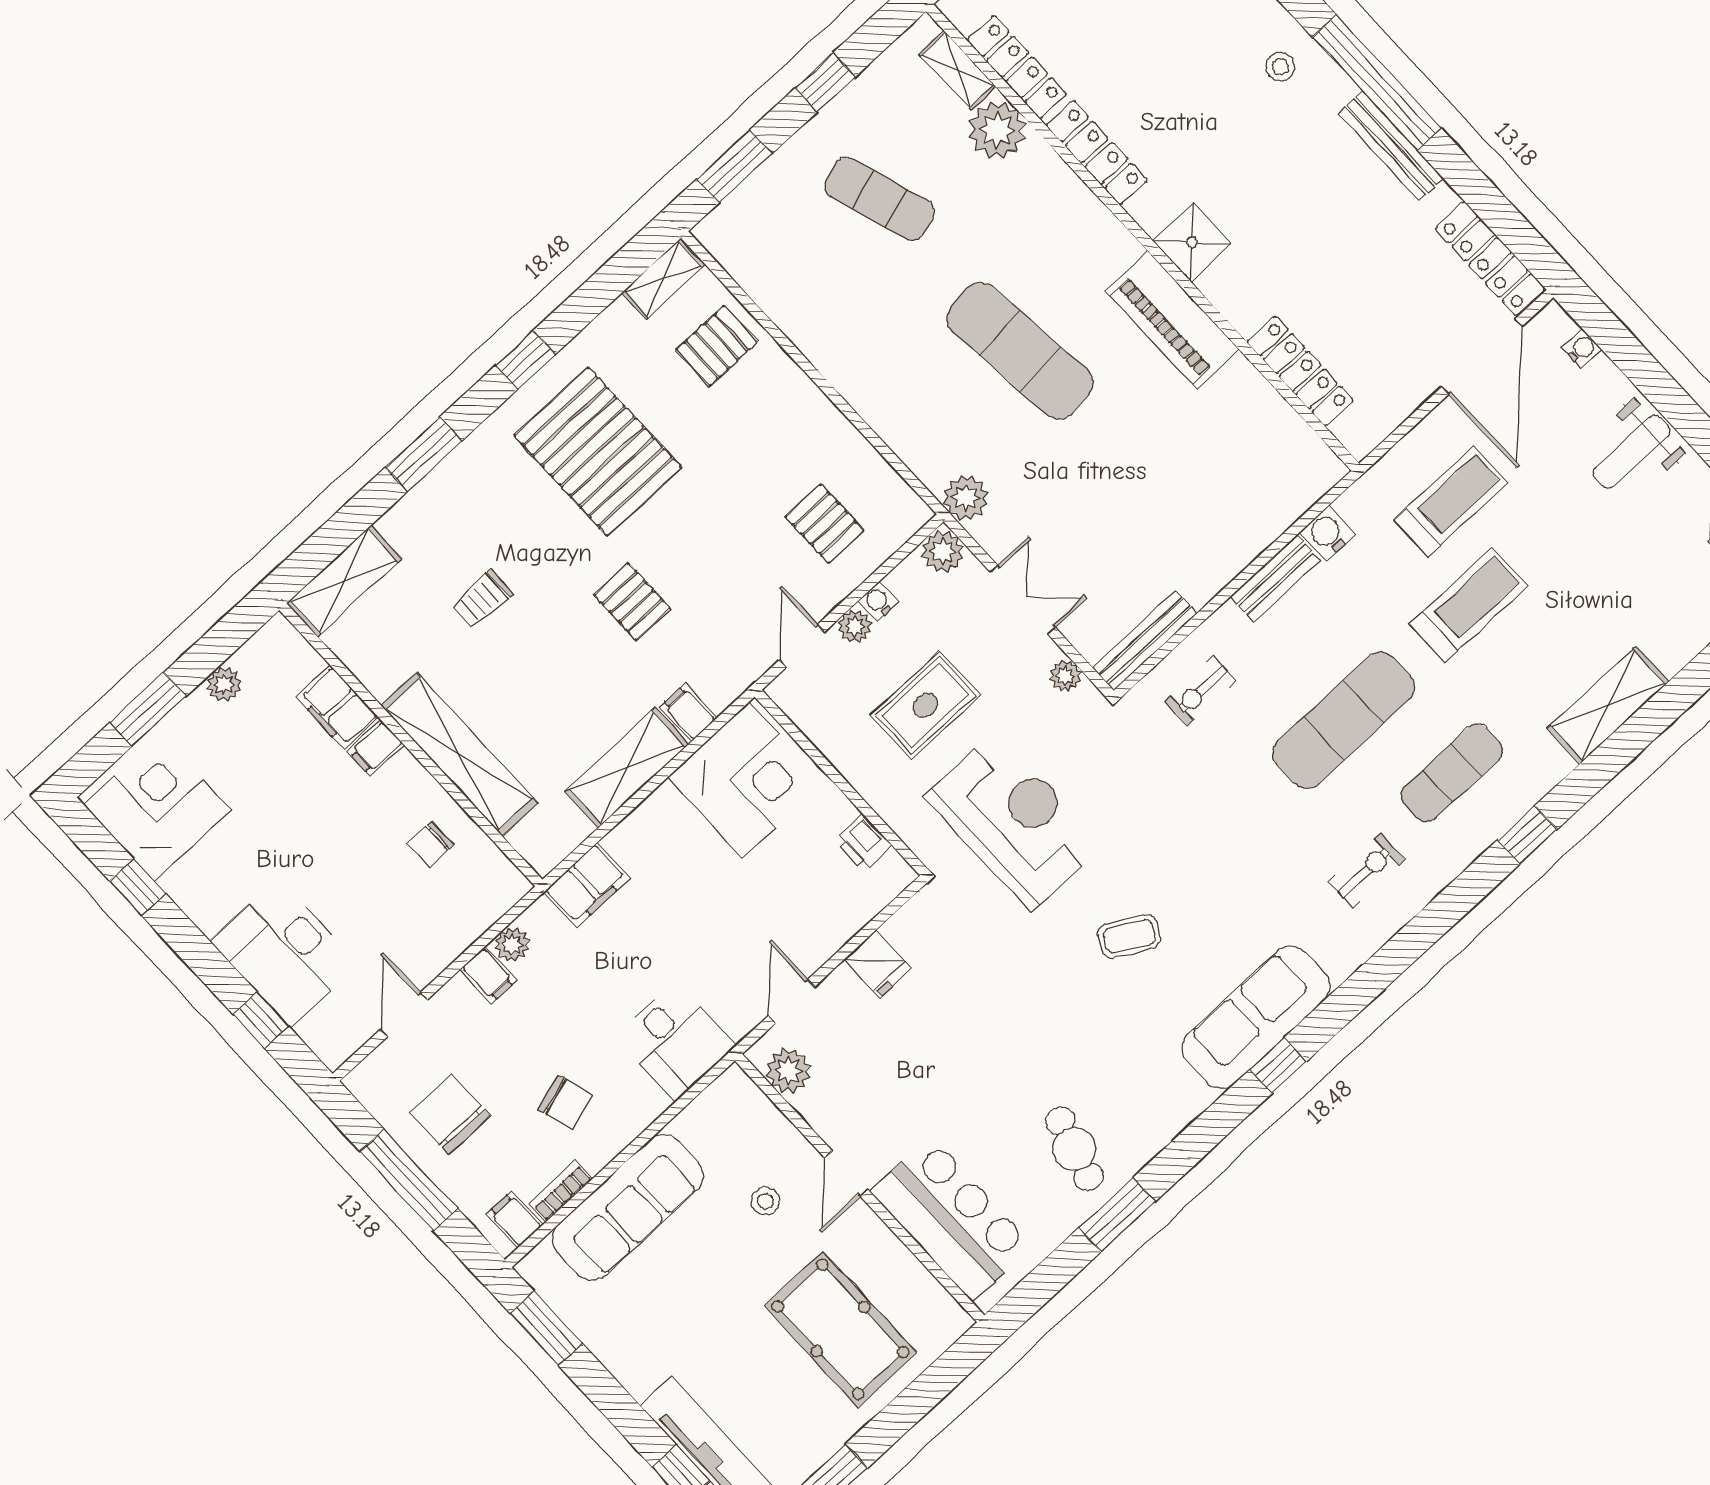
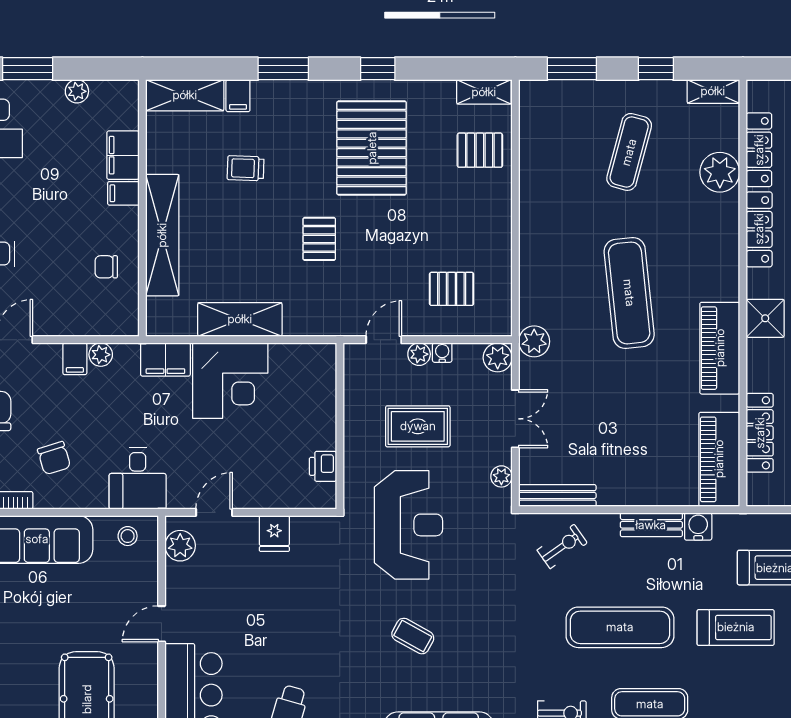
shelving: (958, 70) -> (713, 91), moved, turned 90
exercise mat: (879, 199) -> (629, 152), turned 33
piano: (1283, 440) -> (719, 459), added
pallet: (825, 524) -> (452, 289), turned 90
exercise bike: (1201, 691) -> (562, 546), turned 145
filing cabinet: (689, 712) -> (238, 96), moved, turned 180
corner desk: (746, 780) -> (230, 381), moved
stool: (765, 1201) -> (128, 536), moved

